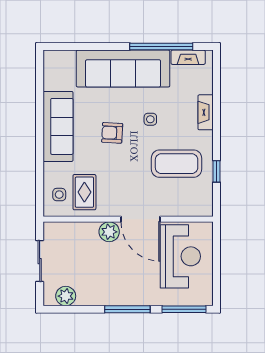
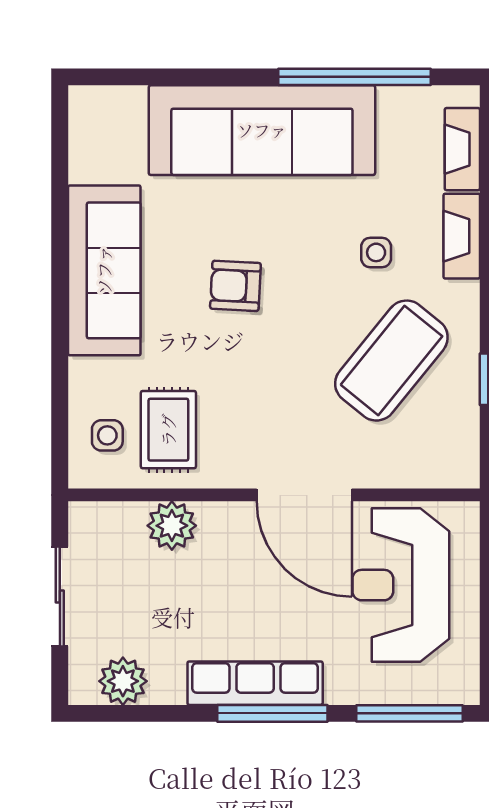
fireplace: (188, 57) -> (462, 149), moved, turned 90
side table: (150, 119) -> (376, 252), moved
coffee table: (177, 164) -> (391, 361), turned -51
plant: (109, 232) -> (172, 526), moved
reception desk: (180, 256) -> (401, 585), turned 180
row of seats: (120, 297) -> (255, 683), added

